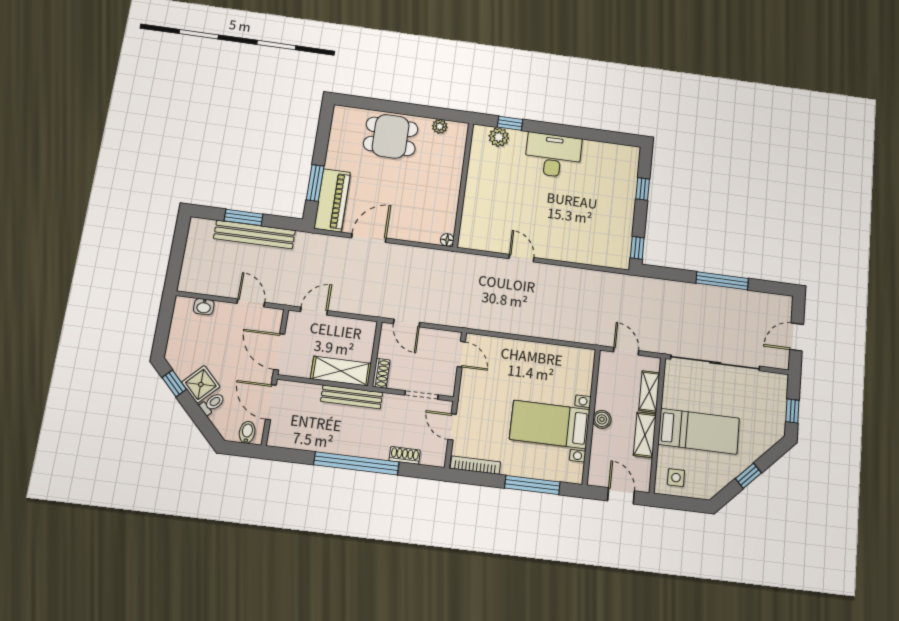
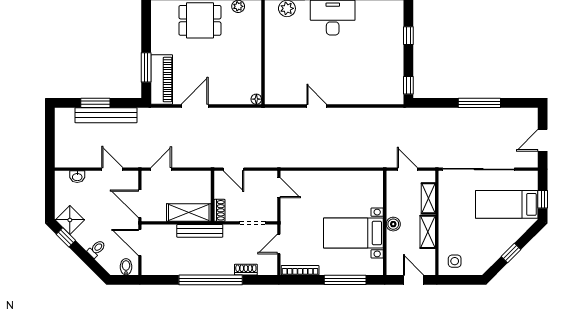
shower: (201, 384) -> (70, 220), moved
door: (452, 427) -> (279, 244), hinge flipped
bed: (699, 431) -> (507, 204), moved, turned 180

